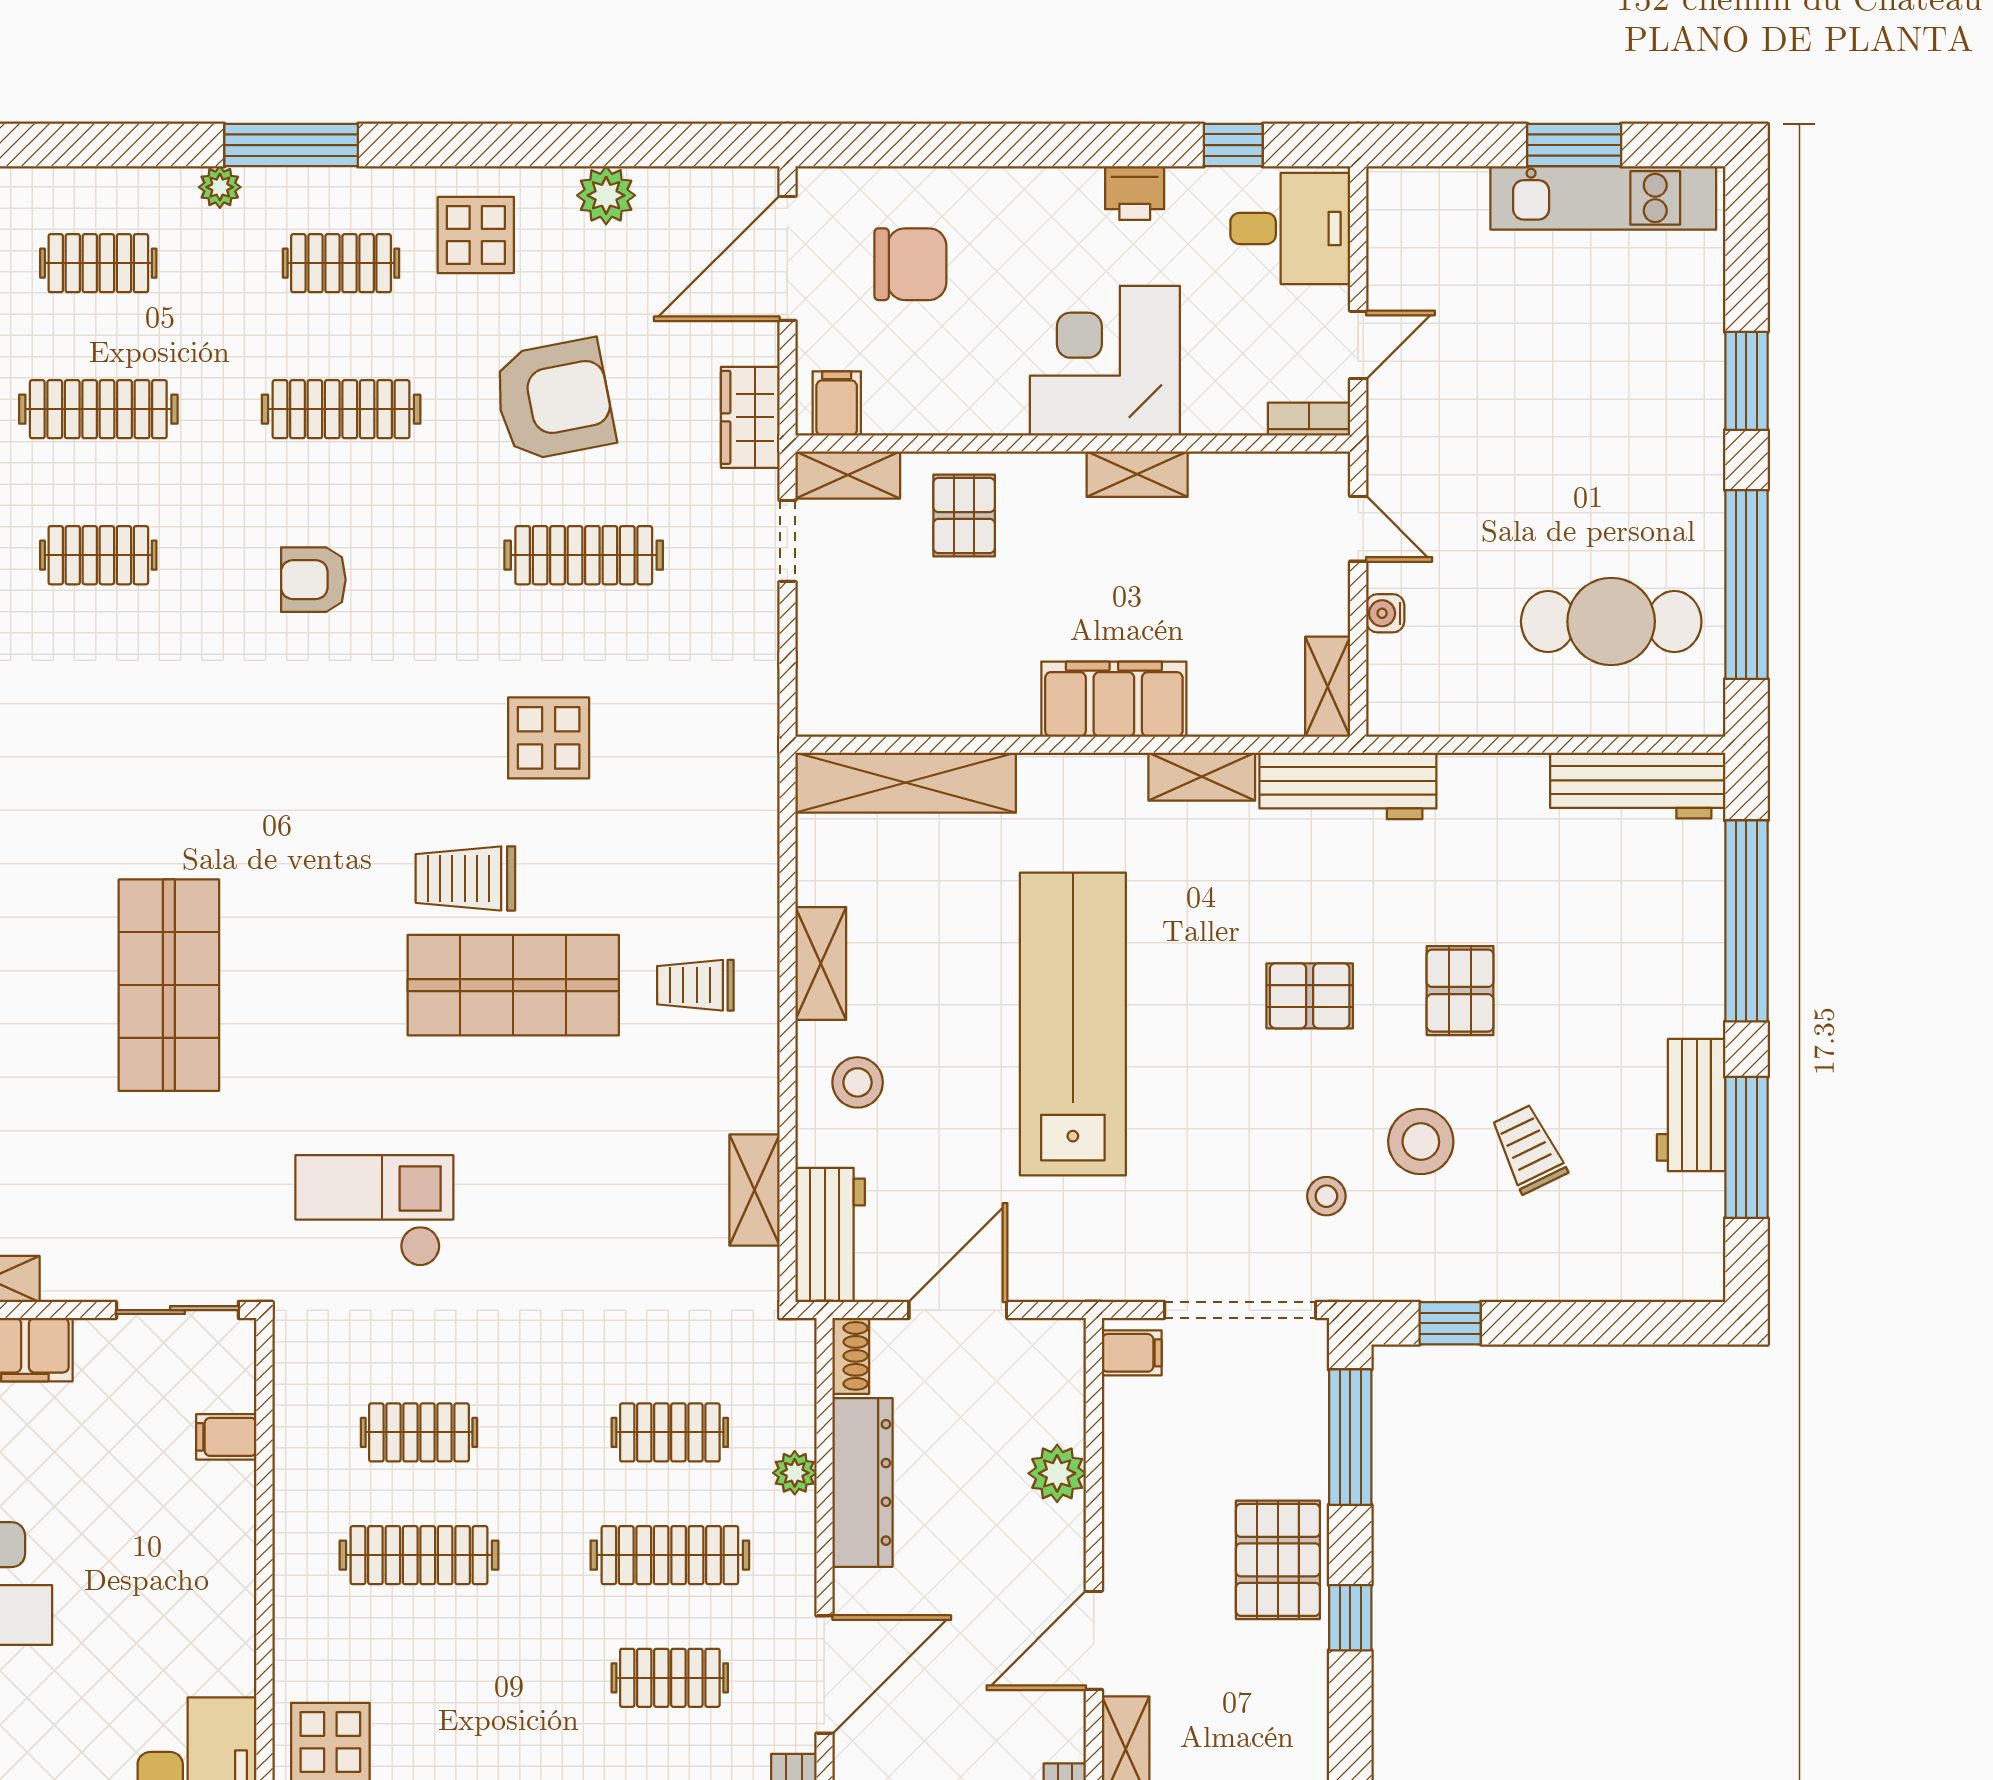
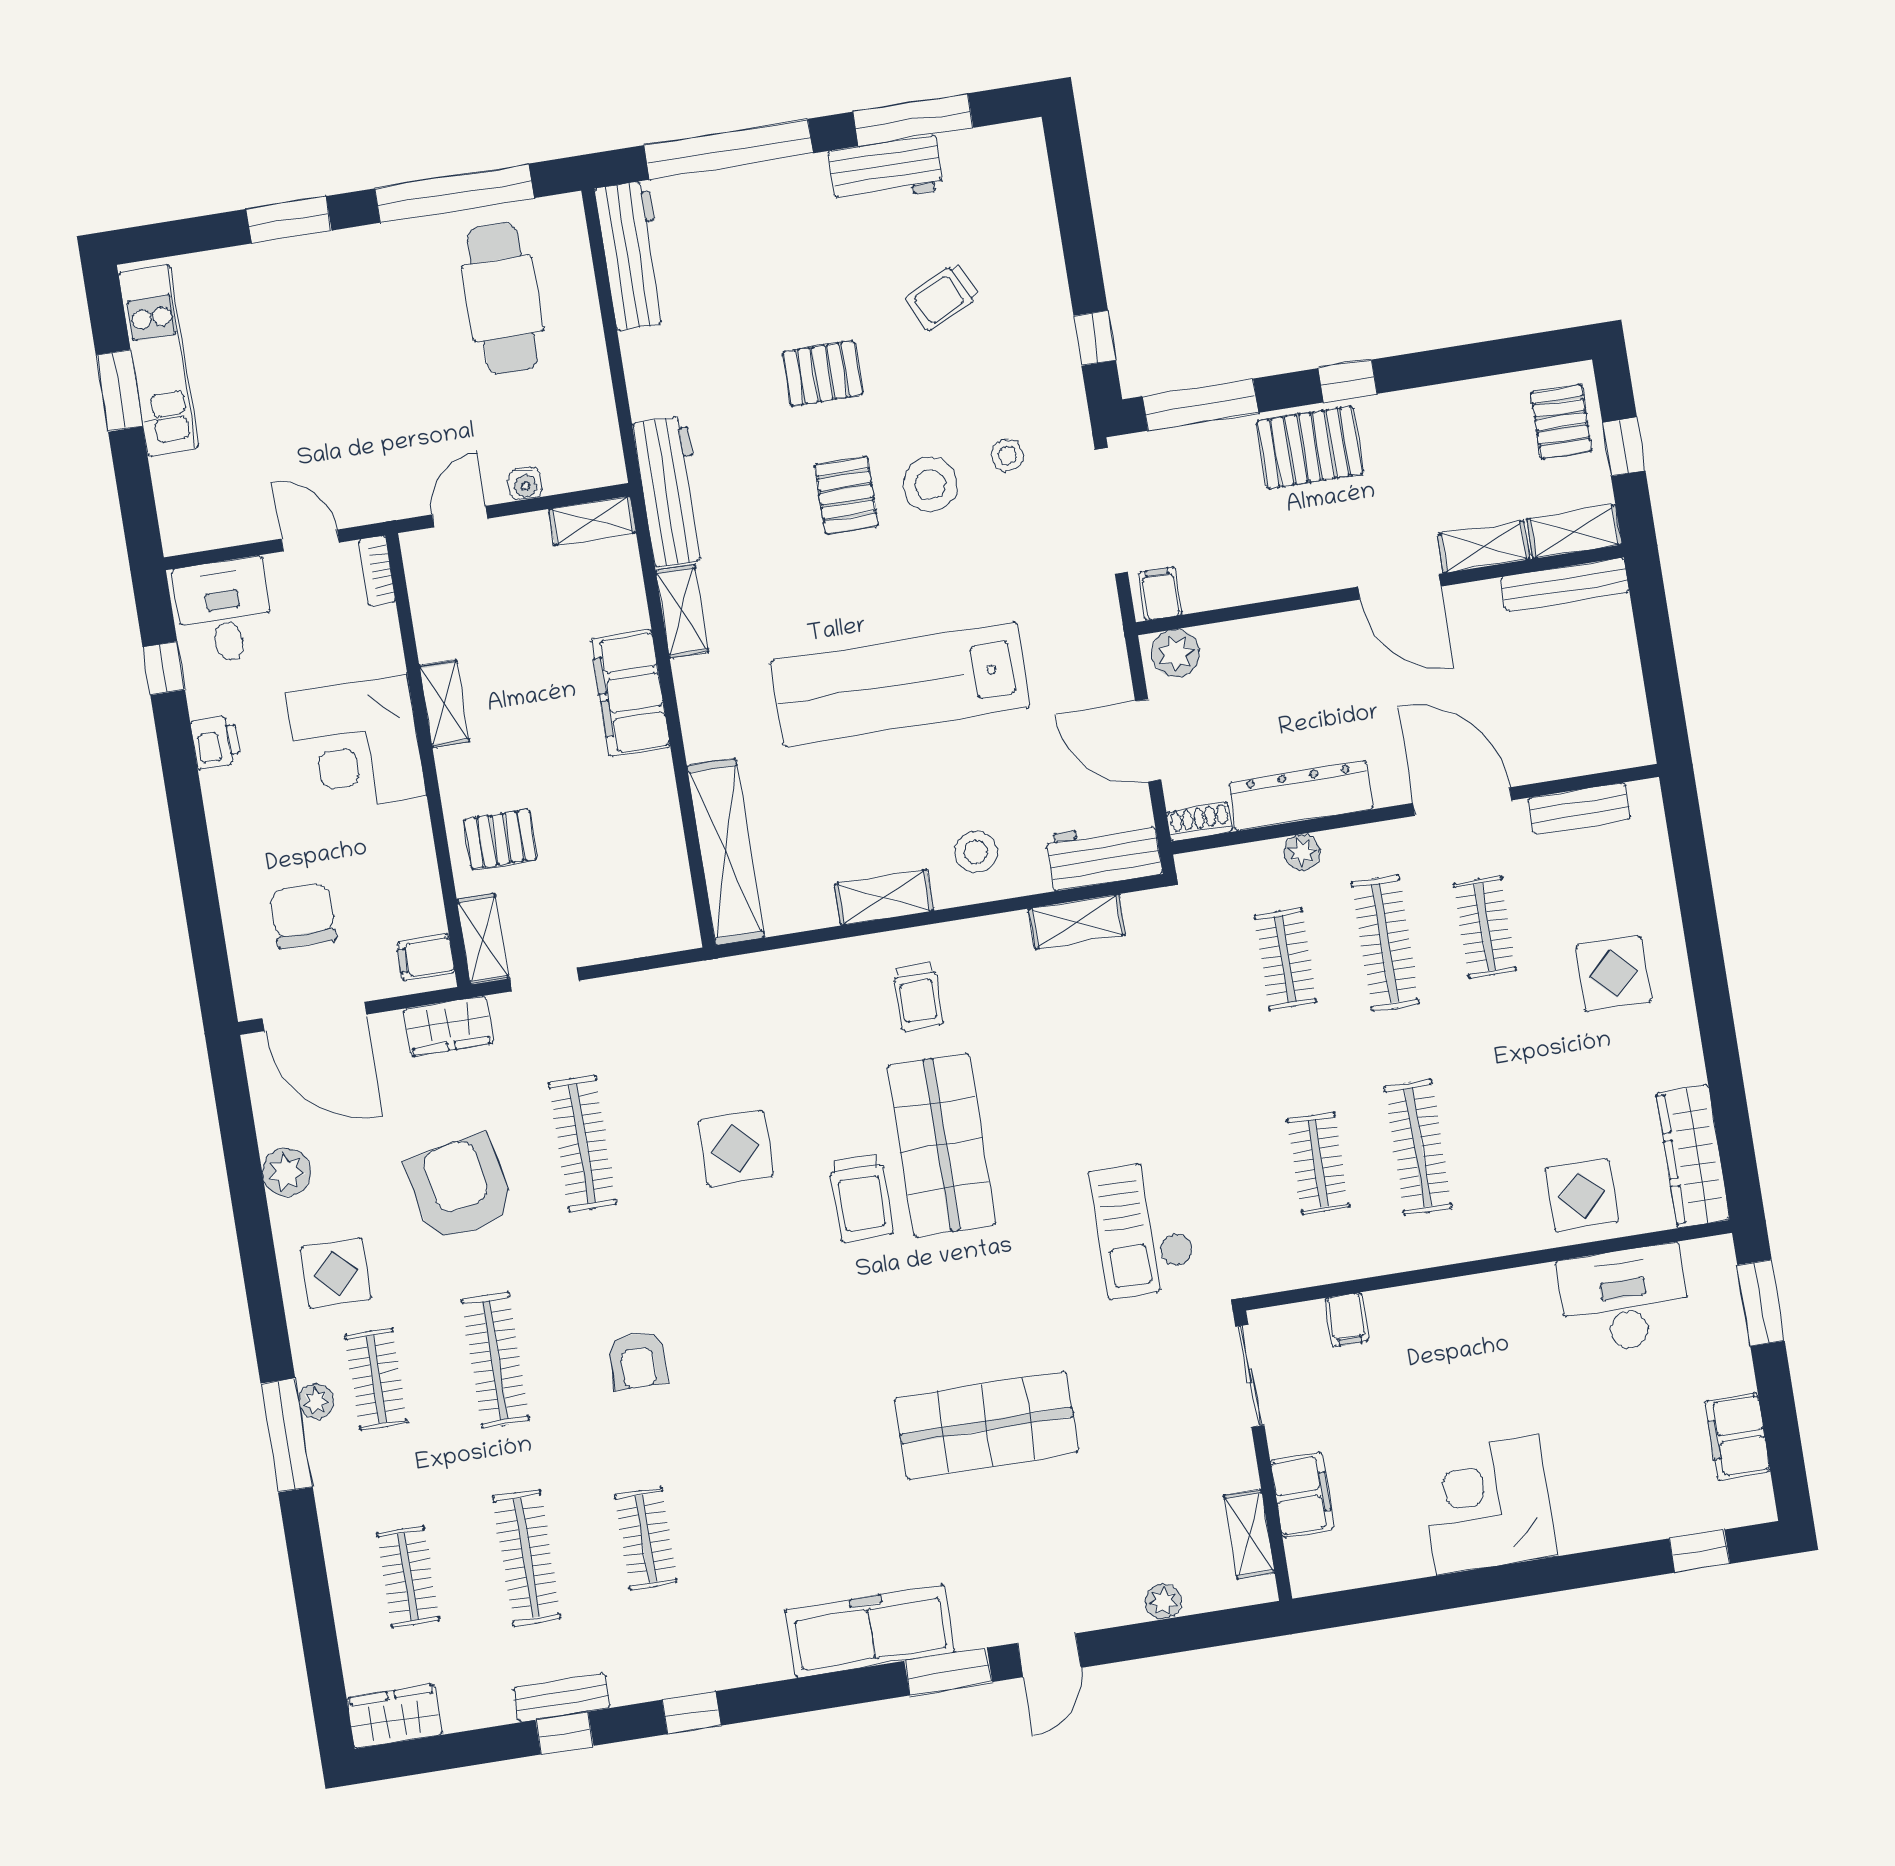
plant: (220, 187) -> (316, 1401), moved
stool: (1421, 1142) -> (930, 485), moved
plant: (1057, 1473) -> (1176, 653), moved

